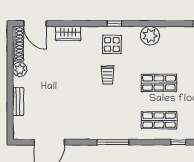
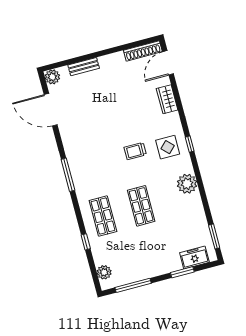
plant: (20, 69) -> (52, 77), moved

